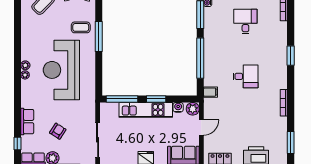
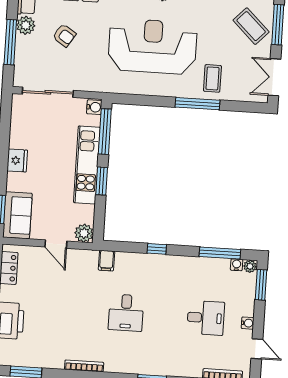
window: (200, 58) -> (157, 249), width x0.32
water cooler: (178, 107) -> (94, 107), moved

